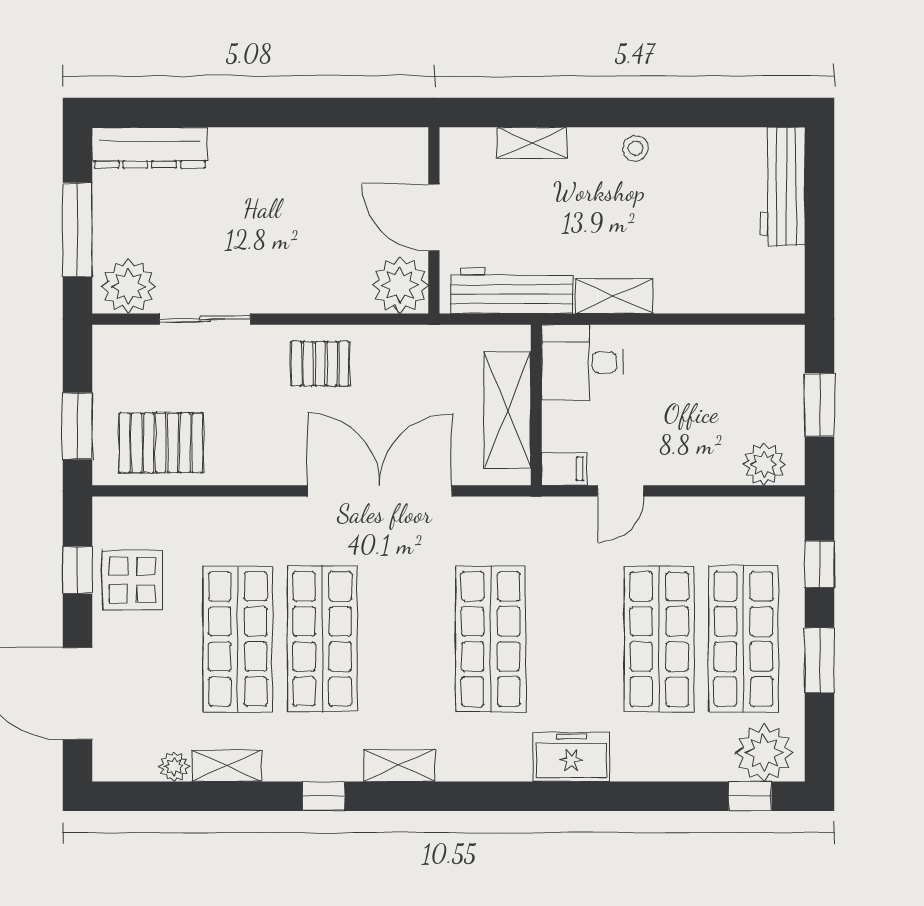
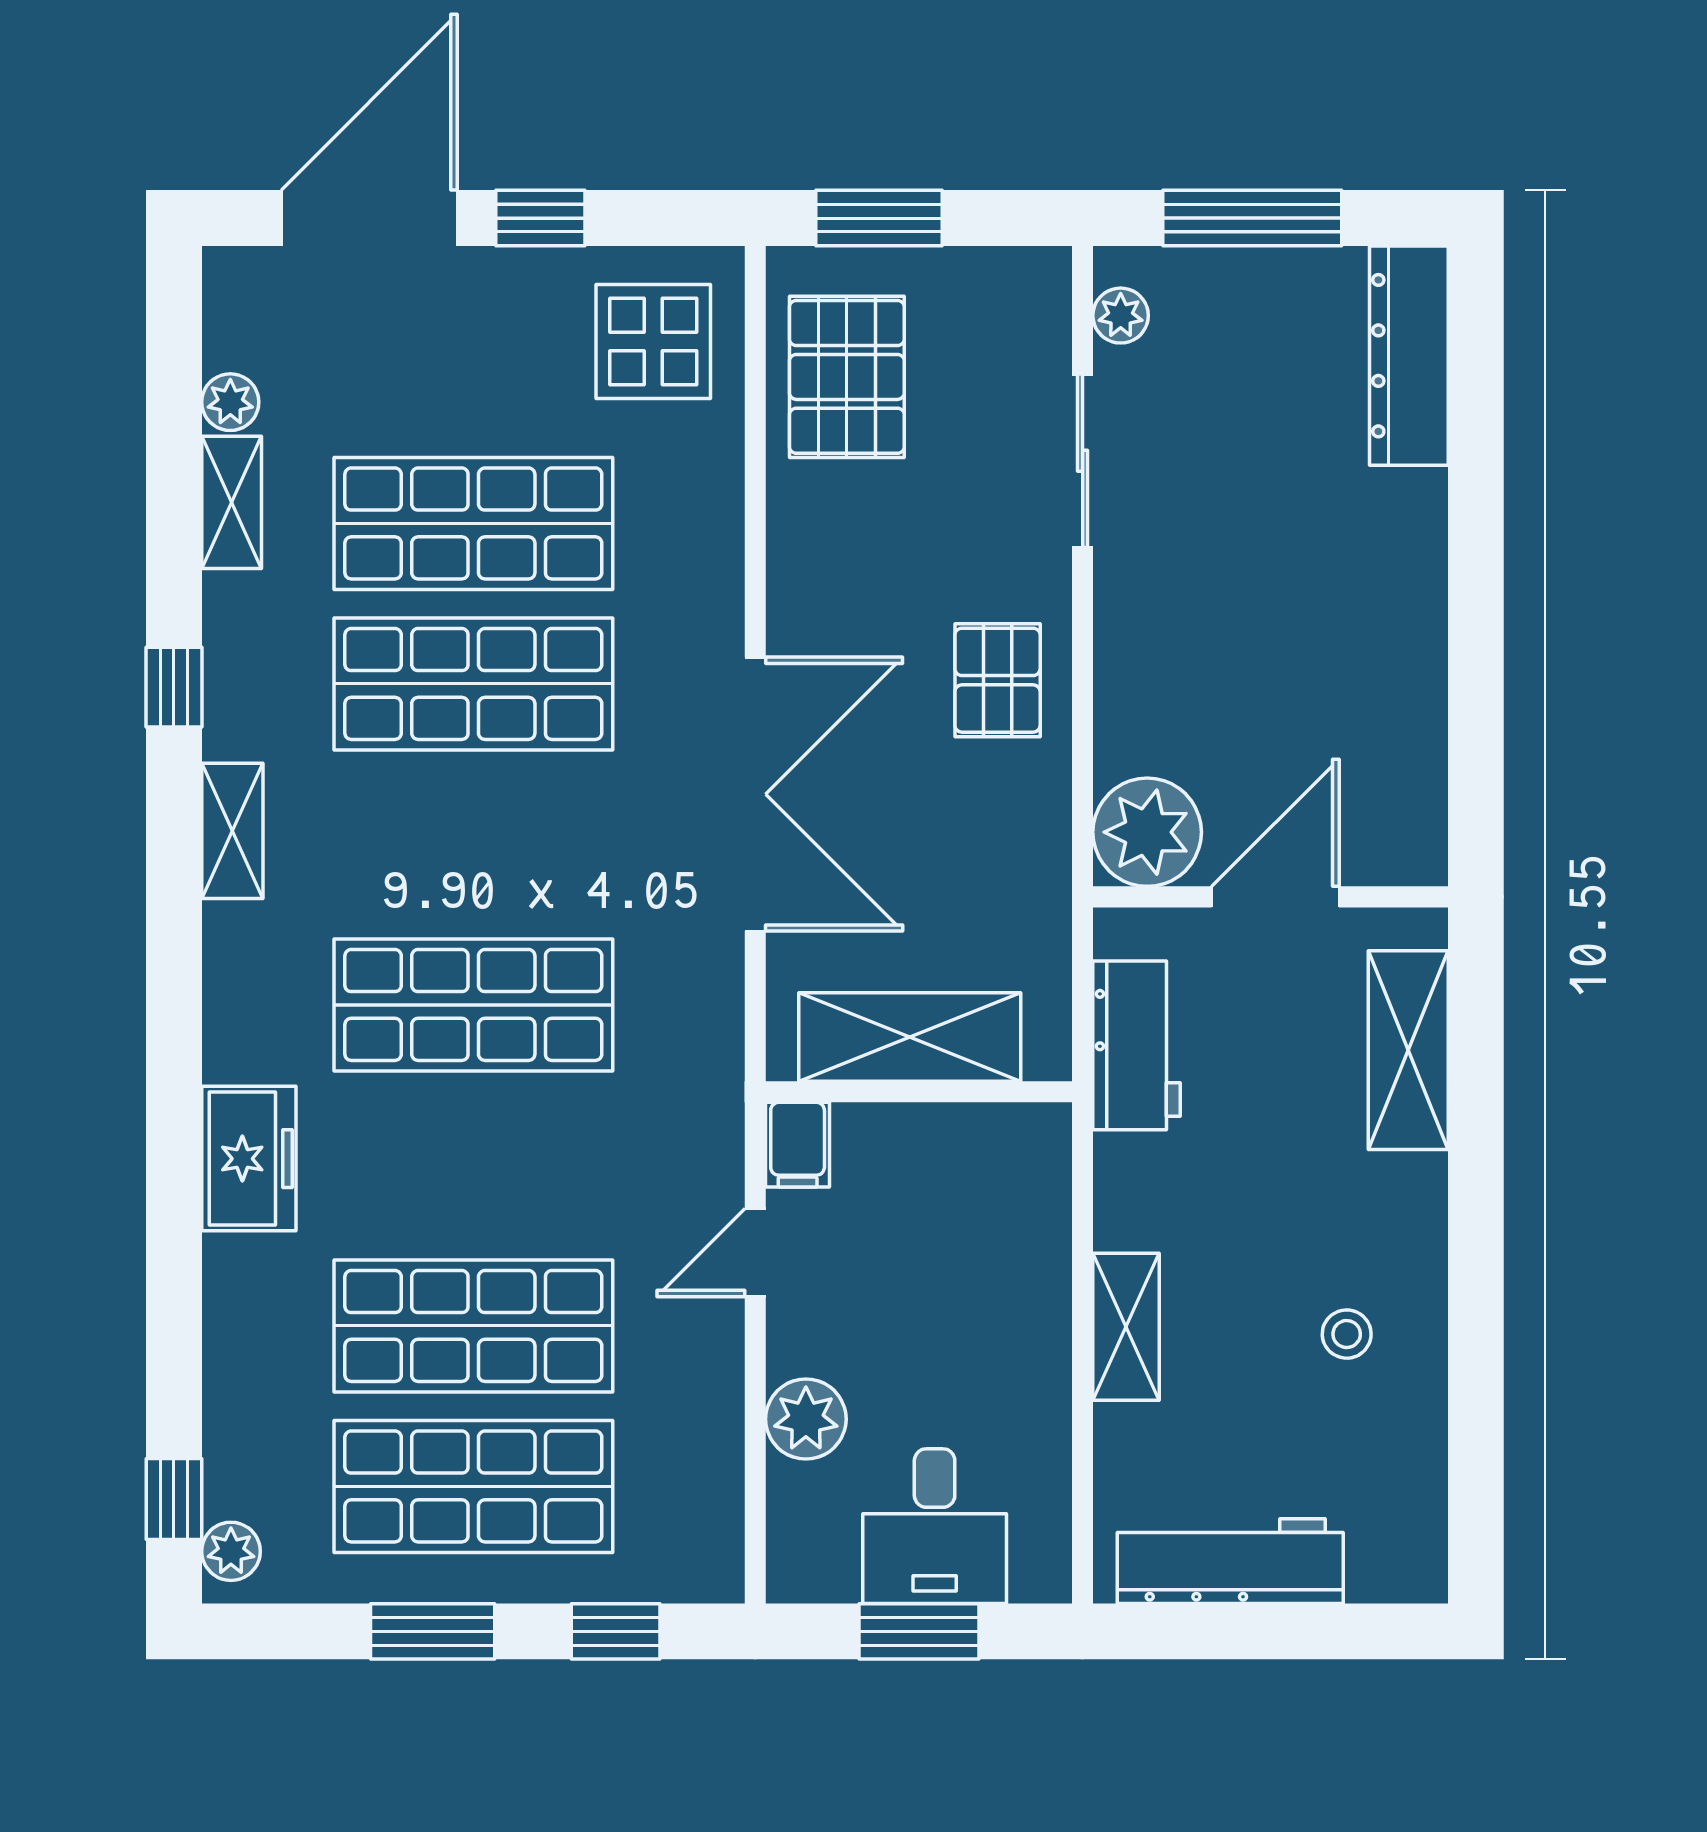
shelving: (532, 143) -> (1408, 1050), width x1.50, depth x1.33
stool: (635, 148) -> (1347, 1334), moved
workbench: (783, 186) -> (1230, 1561), moved
plant: (129, 286) -> (1121, 316), width x0.53, depth x0.53
workbench: (512, 291) -> (1137, 1045), width x0.73
shelving: (614, 296) -> (1126, 1327), moved
desk: (582, 362) -> (935, 1526), moved, turned 180
plant: (764, 464) -> (806, 1419), moved
door: (621, 491) -> (755, 1253), hinge flipped
window: (77, 570) -> (540, 218), moved
display table: (132, 580) -> (653, 341), moved
plant: (764, 753) -> (231, 1551), width x0.53, depth x0.53

